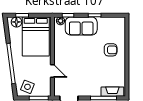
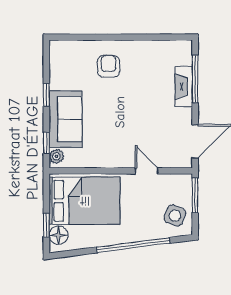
door: (52, 71) -> (147, 171), hinge flipped
fireplace: (112, 92) -> (184, 87), moved

